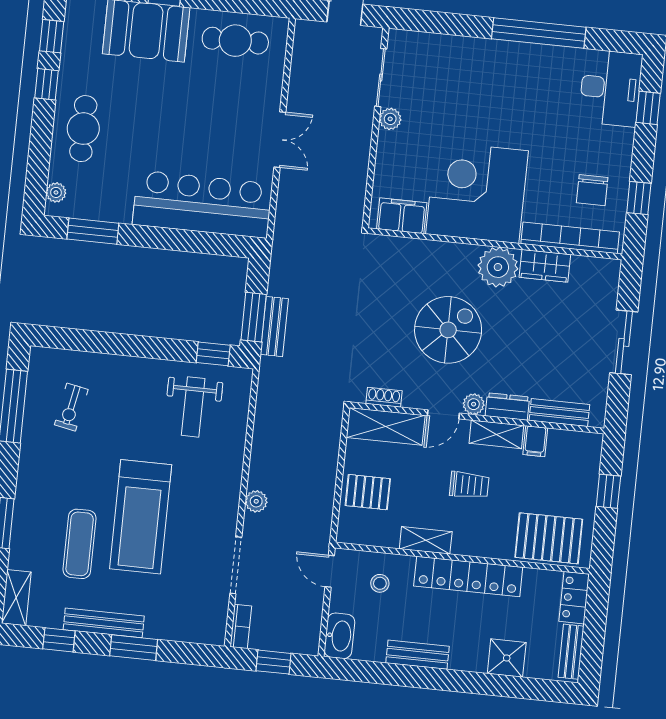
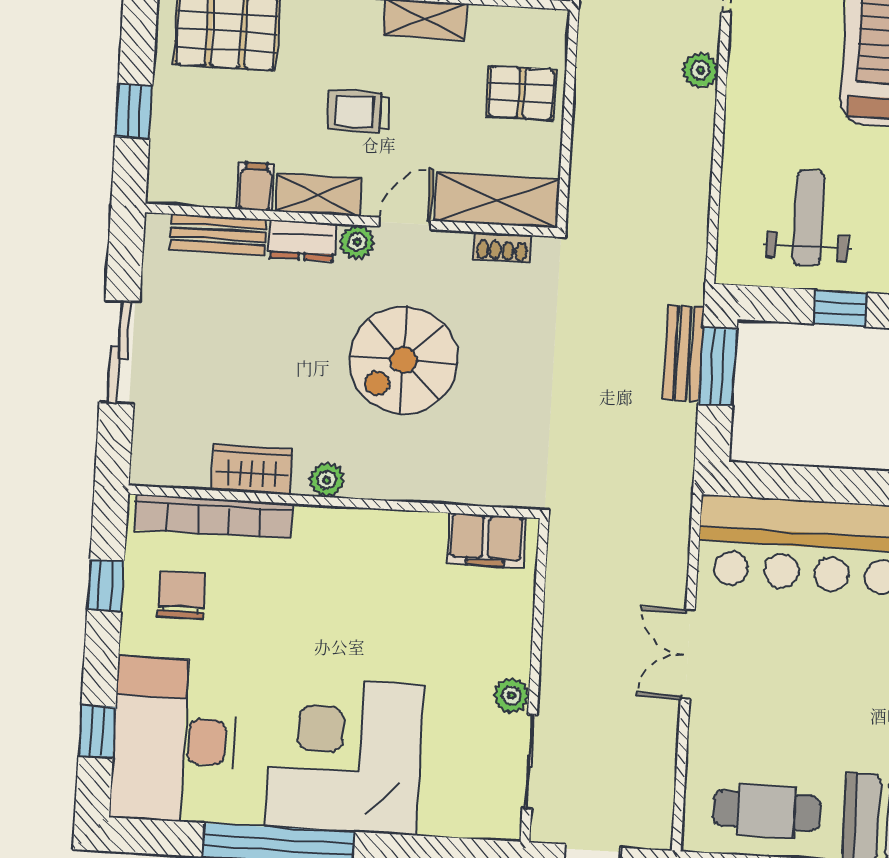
desk: (610, 88) -> (174, 740), width x1.36, depth x1.30
corner desk: (477, 192) -> (345, 756), moved, turned 180
plant: (498, 267) -> (327, 480), width x0.53, depth x0.53
window: (213, 354) -> (840, 308), moved

